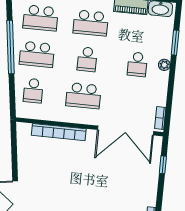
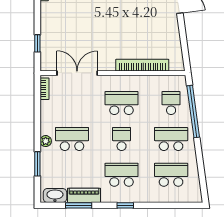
window: (11, 47) -> (193, 112), moved
school desk: (137, 64) -> (72, 139), width x1.85
double door: (126, 130) -> (77, 73), width x0.73

